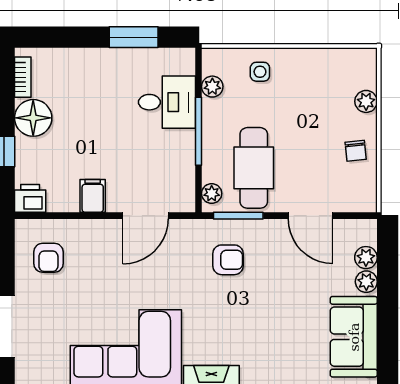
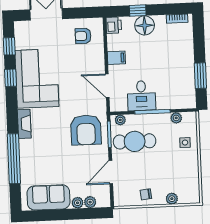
desk: (167, 102) -> (141, 96), moved
floor lamp: (33, 118) -> (145, 25), moved
armchair: (228, 260) -> (86, 130), width x1.88, depth x1.88

